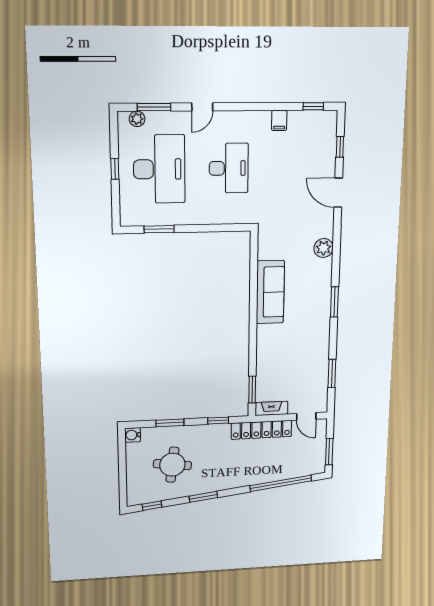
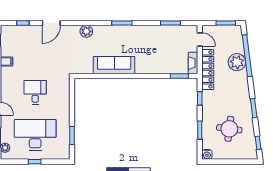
desk: (229, 168) -> (35, 92), width x0.73
door: (306, 416) -> (200, 39), hinge flipped
plant: (272, 470) -> (237, 62), added

